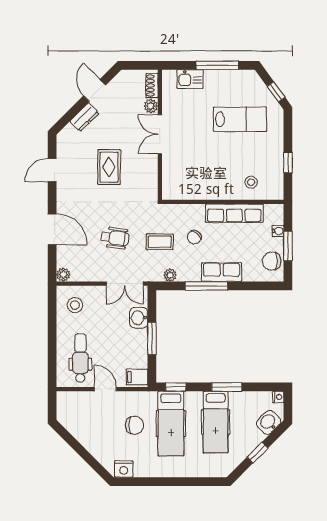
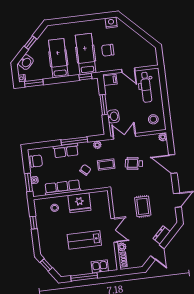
lab bench: (240, 119) -> (84, 240), moved
fridge: (210, 185) -> (79, 203), added
window: (288, 246) -> (29, 182), moved
window: (227, 387) -> (34, 83), moved

